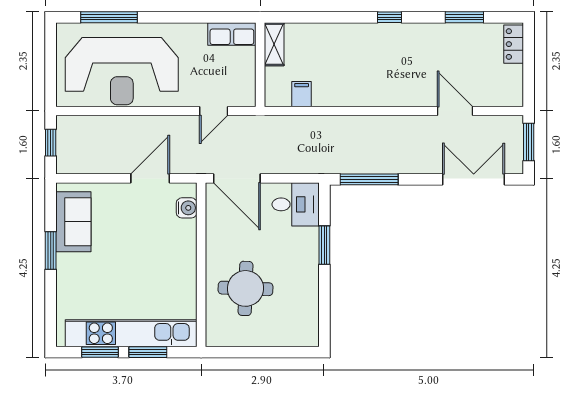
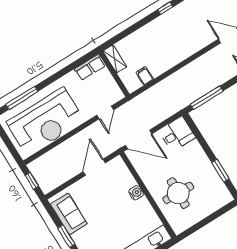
water cooler: (187, 208) -> (136, 193), moved
window: (324, 245) -> (220, 170), moved

